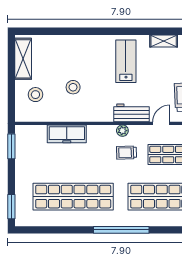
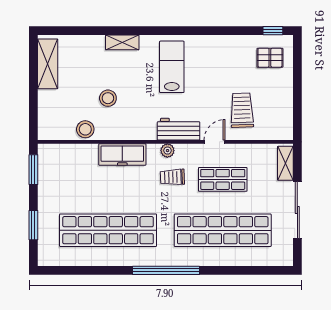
shelving: (164, 41) -> (122, 42), moved
stool: (35, 95) -> (85, 129), moved
freezer: (67, 134) -> (122, 154), moved
window: (11, 207) -> (33, 225), moved

